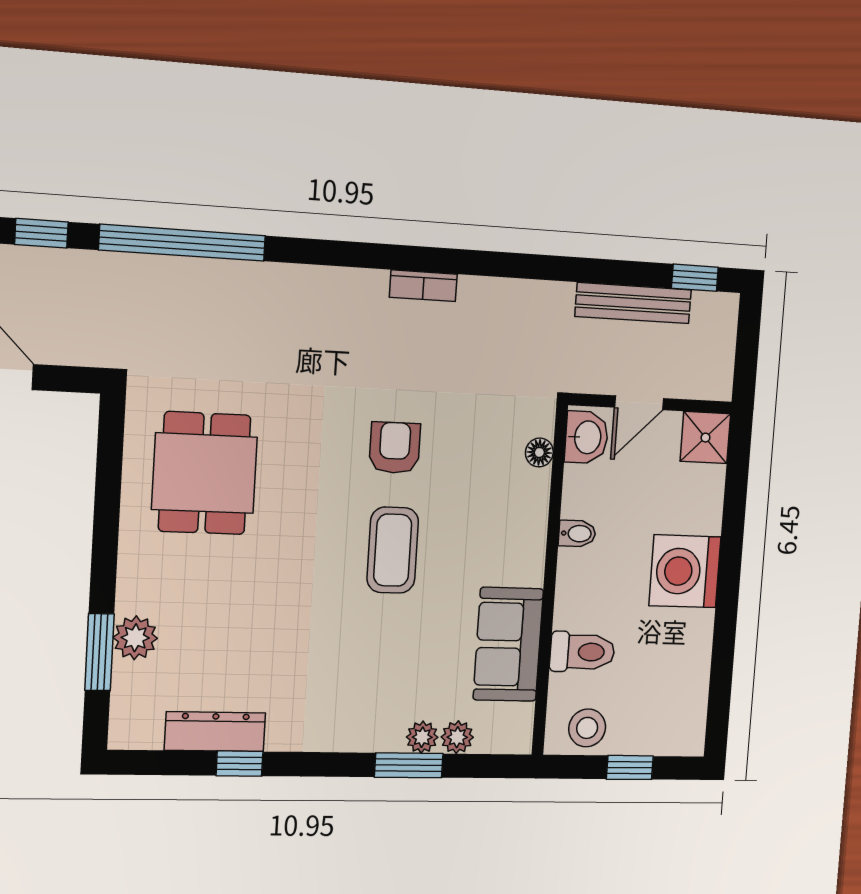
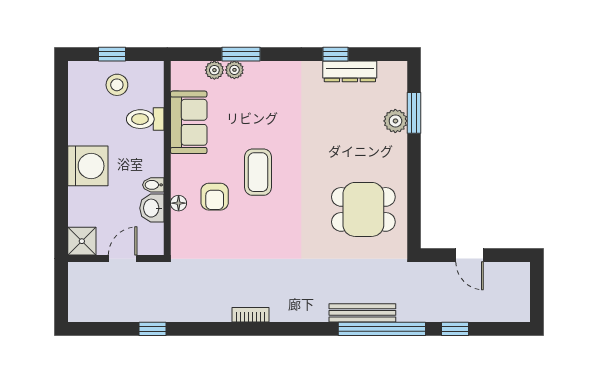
window: (695, 278) -> (153, 329), moved
bench: (633, 303) -> (362, 313), moved
washbasin: (587, 437) -> (152, 208), moved
armchair: (395, 448) -> (215, 197), moved
floor lamp: (539, 452) -> (179, 203), moved
dining table: (205, 473) -> (363, 209), turned 90
stool: (587, 728) -> (117, 85), moved

